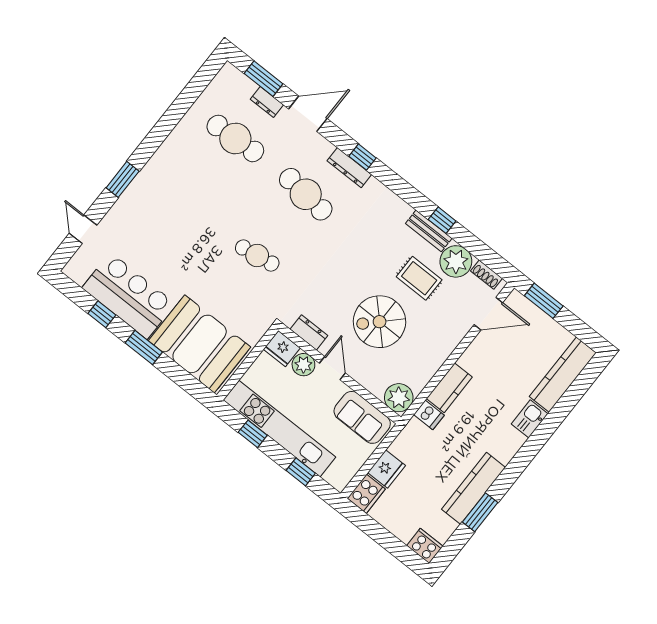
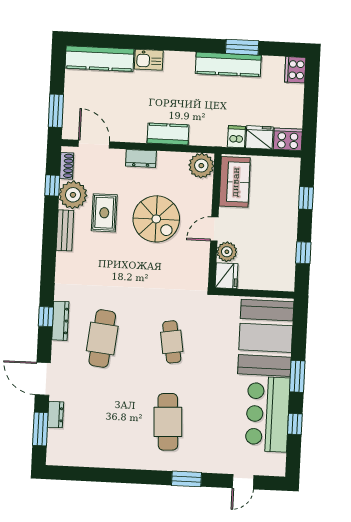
cafe table: (235, 138) -> (168, 422), moved
window: (442, 220) -> (52, 186), moved
dresser: (309, 332) -> (141, 158), moved, turned -90
dishwasher: (429, 415) -> (236, 137), moved
kitchen unit: (279, 429) -> (286, 236), removed

